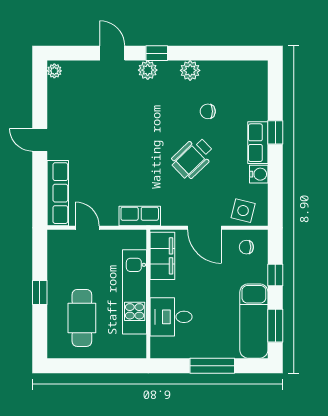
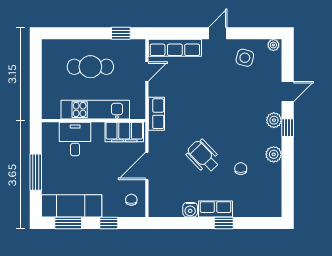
side table: (243, 211) -> (245, 58), moved
window: (40, 293) -> (121, 33), moved
cafe table: (82, 318) -> (90, 67), moved

